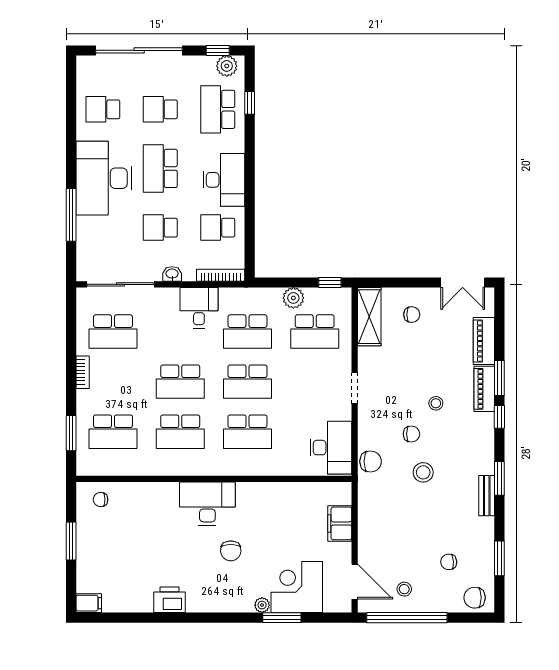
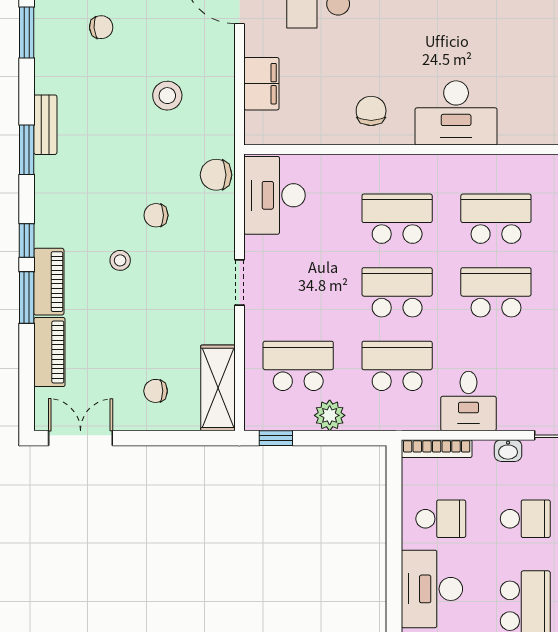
stool: (423, 472) -> (167, 96), moved
chair: (231, 551) -> (371, 111), moved

